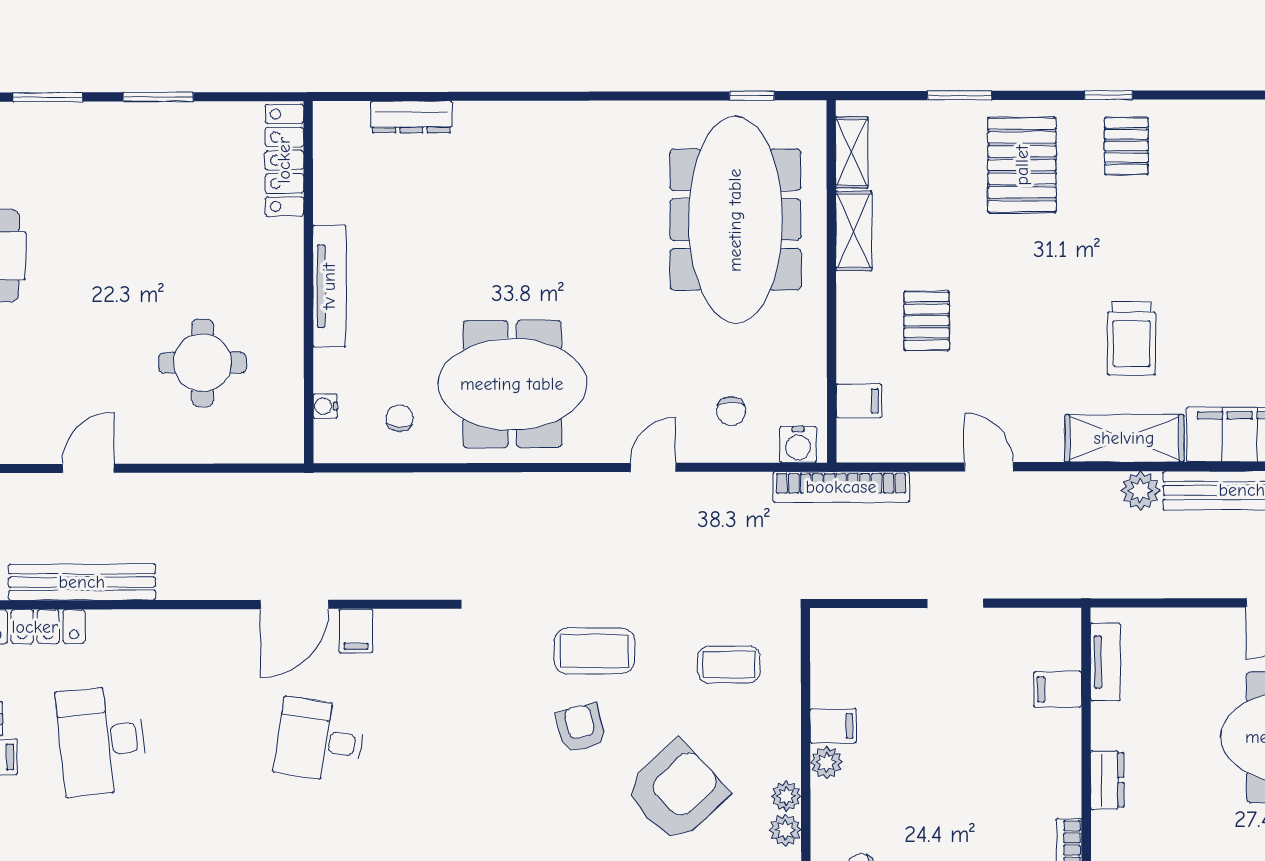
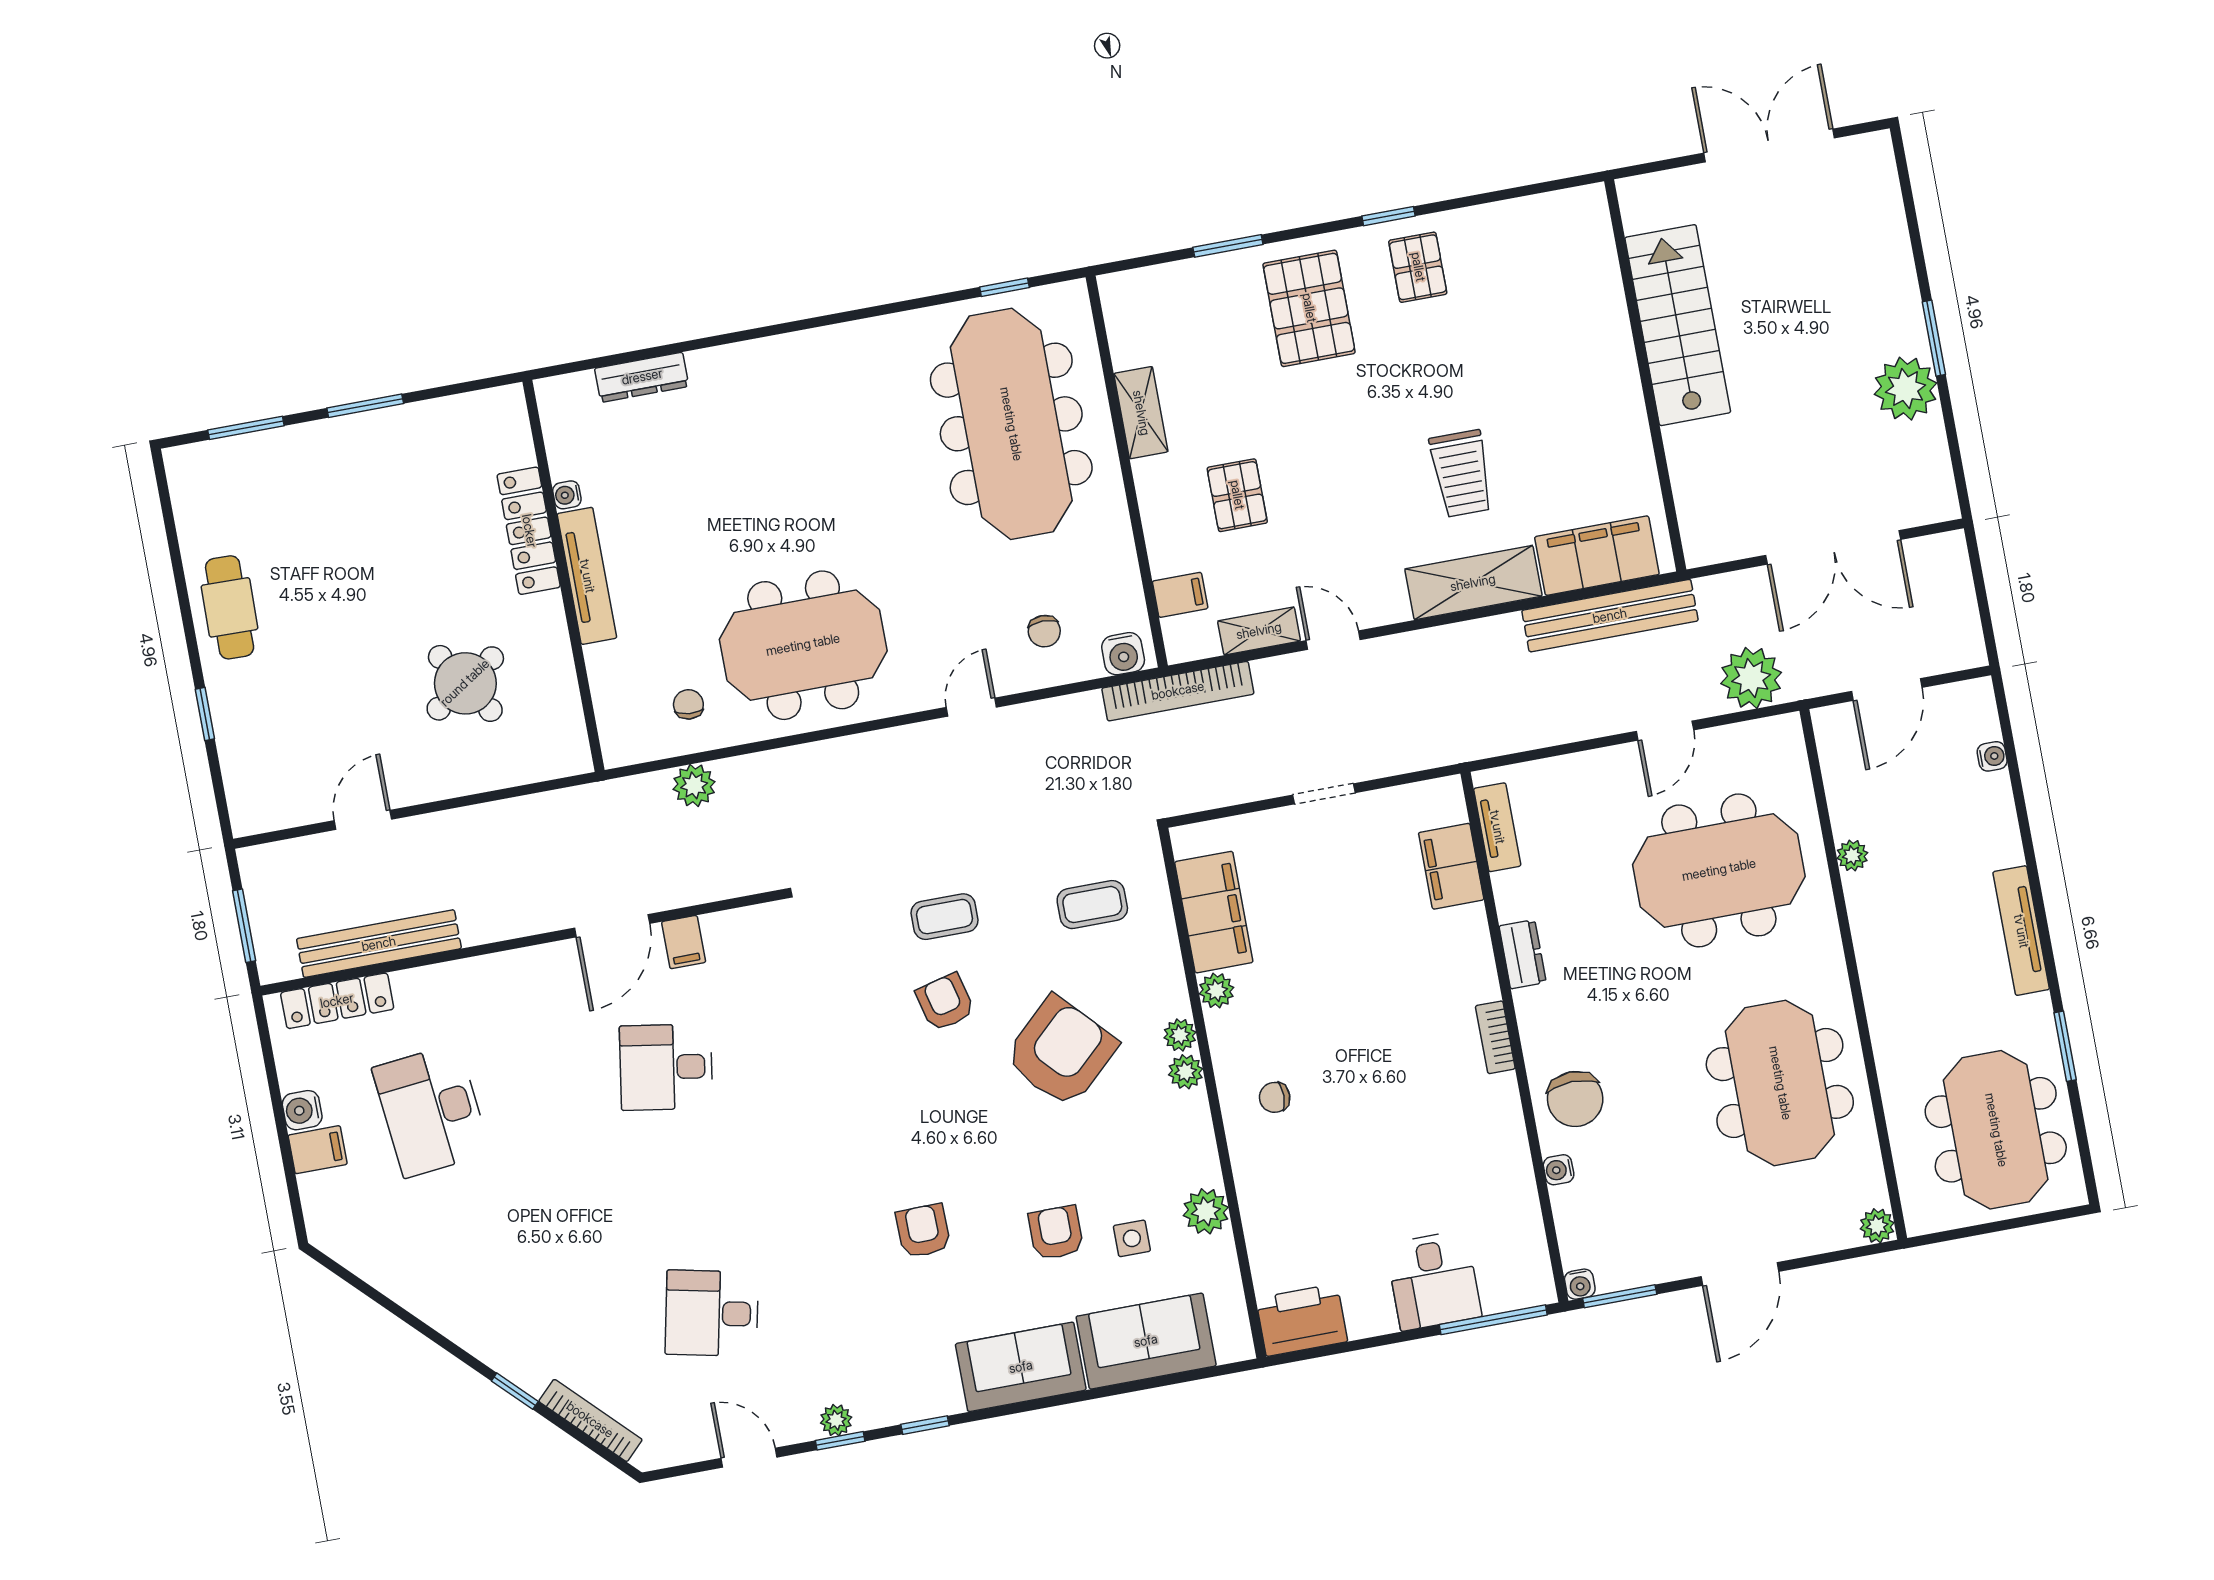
shelving: (852, 152) -> (1259, 631), moved, turned 90
locker: (284, 160) -> (529, 531), moved
round table: (203, 363) -> (465, 683), turned -33
water cooler: (325, 406) -> (567, 495), moved
plant: (1140, 491) -> (694, 785), moved
coffee table: (594, 651) -> (944, 917), width x0.73, depth x0.77
filing cabinet: (1058, 689) -> (1451, 866), width x2.00
filing cabinet: (833, 726) -> (1214, 912), width x3.00, depth x1.17

